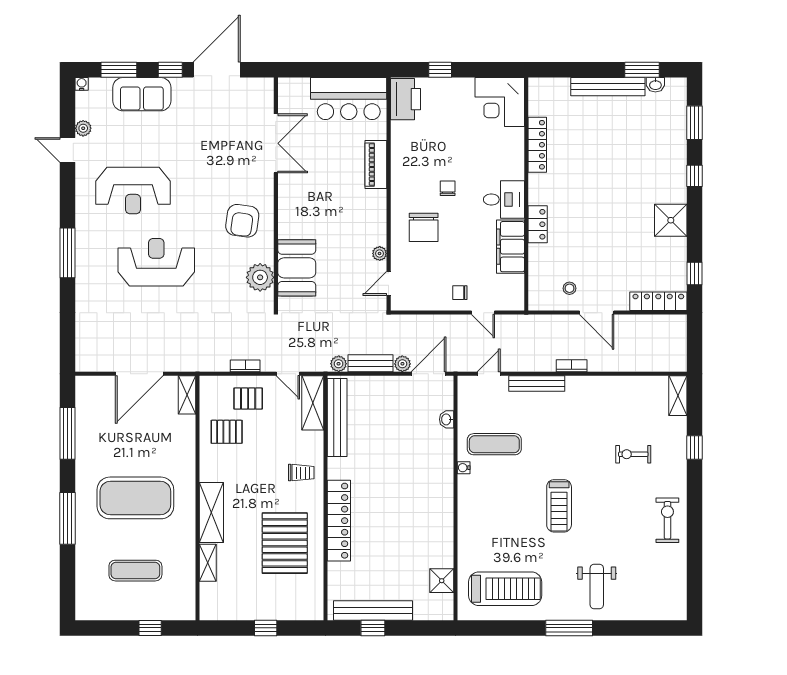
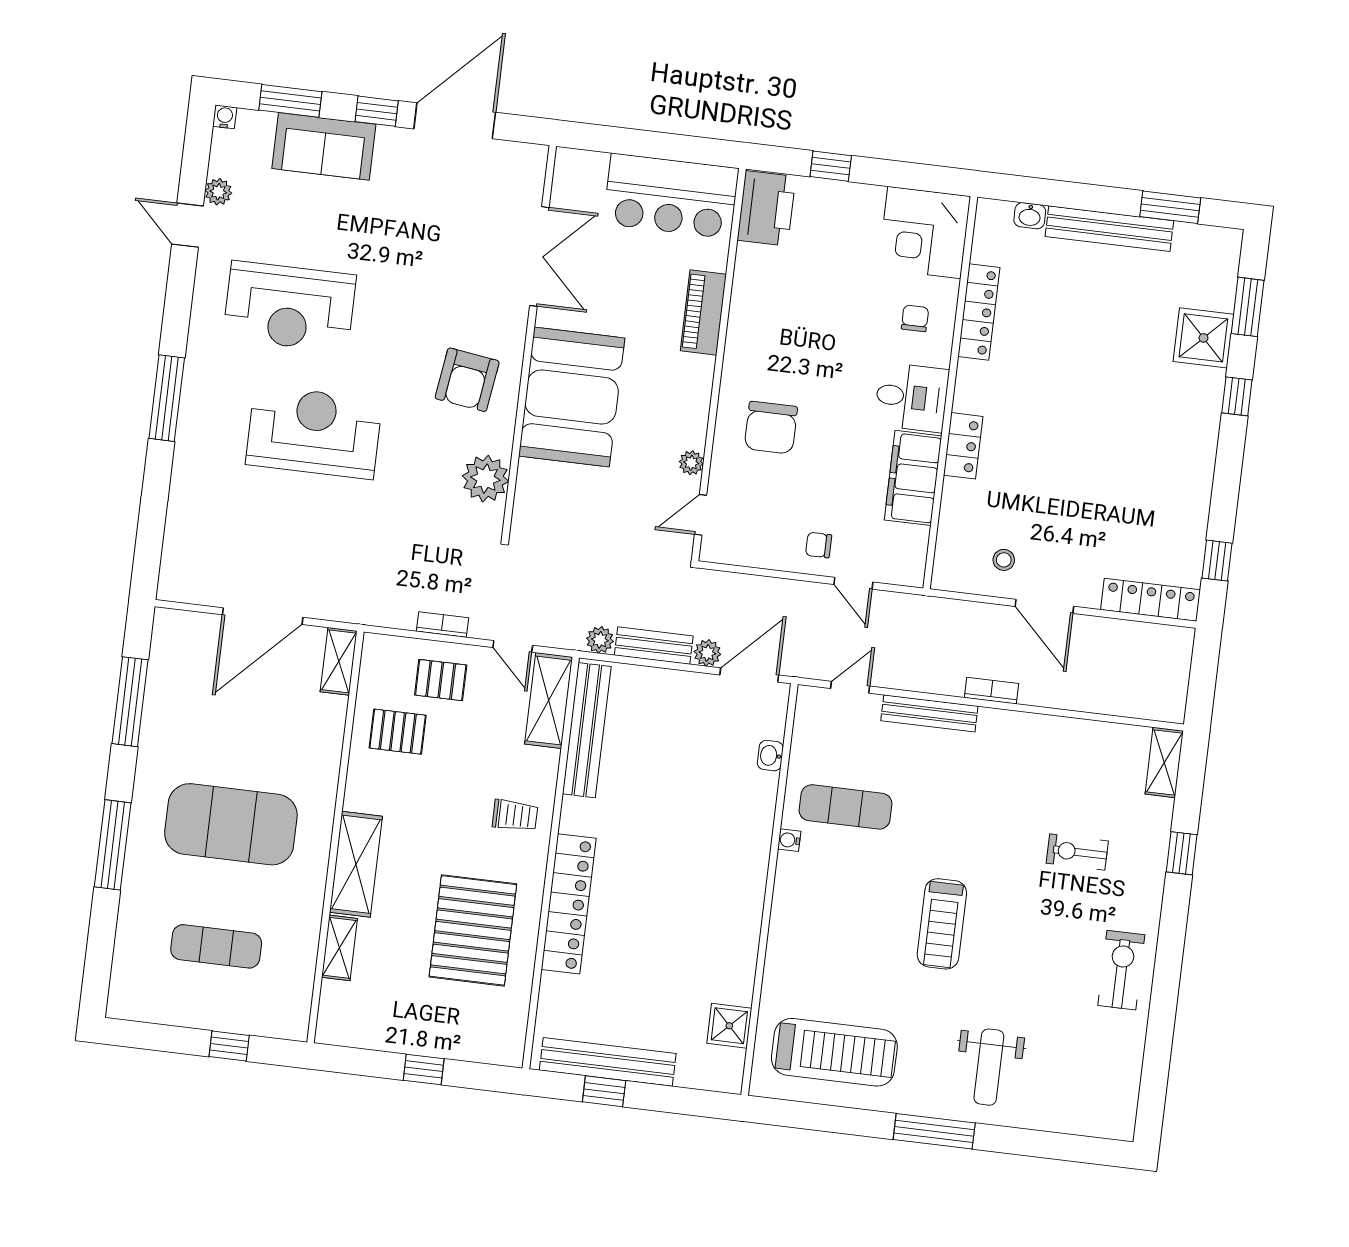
washbasin: (655, 85) -> (1030, 216), moved
chair: (448, 188) -> (915, 318), moved
shower: (671, 220) -> (1203, 338), moved
booth: (297, 268) -> (572, 397), moved, width x1.36, depth x1.42

